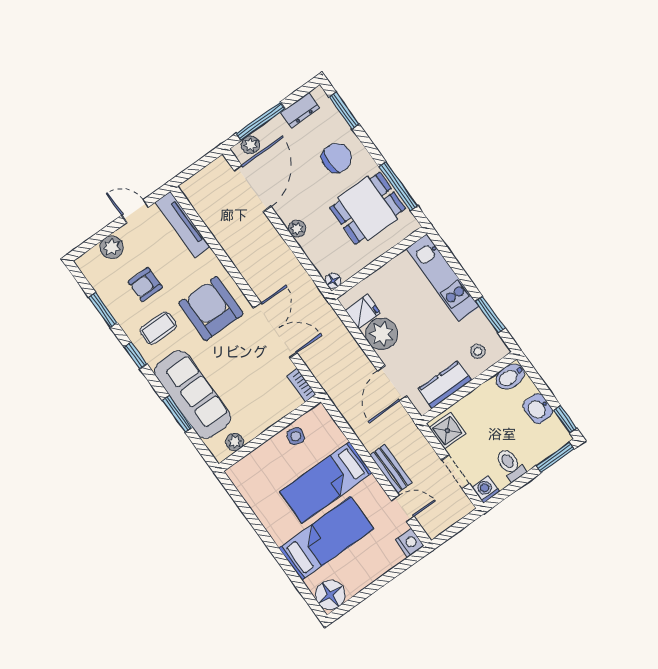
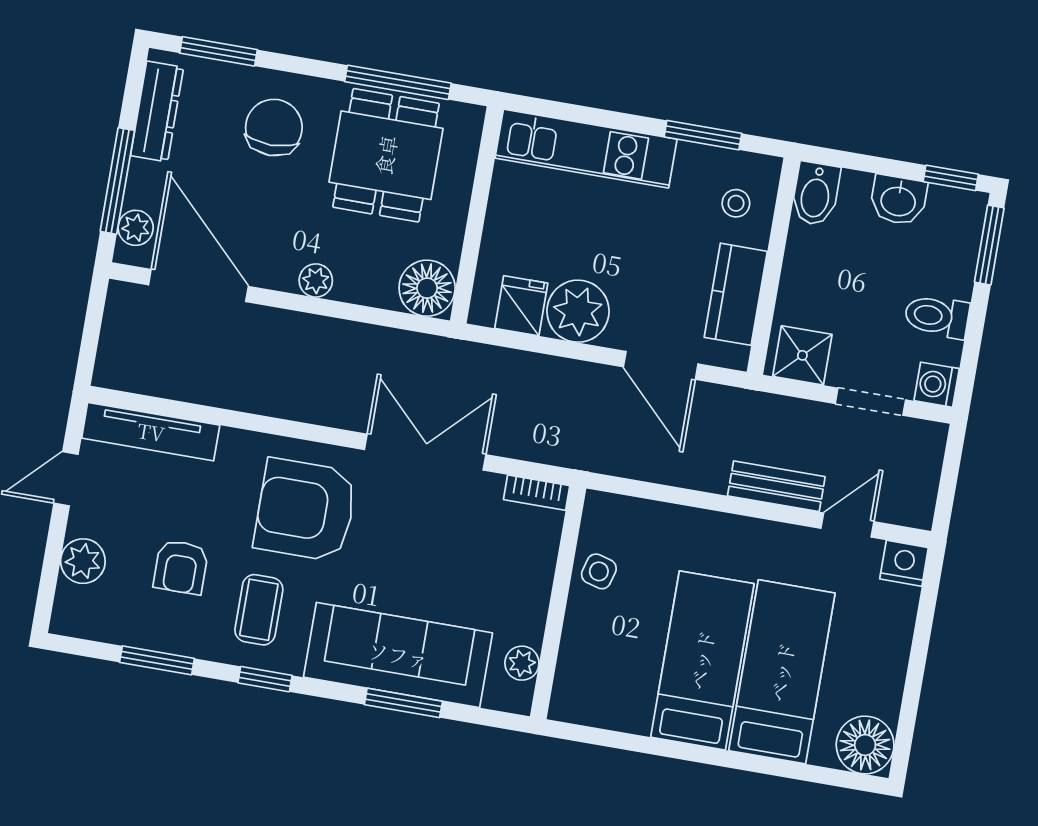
dresser: (300, 110) -> (157, 111), width x1.44
floor lamp: (333, 281) -> (427, 288), width x1.89, depth x1.89
bed: (326, 482) -> (702, 660), moved, turned 180

